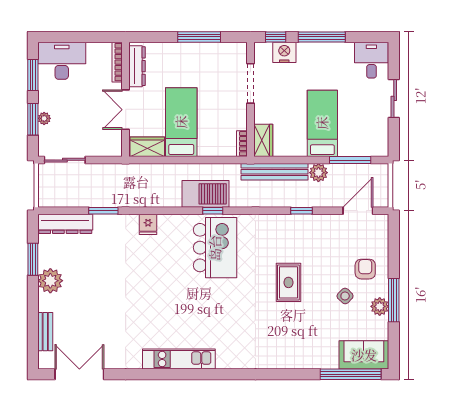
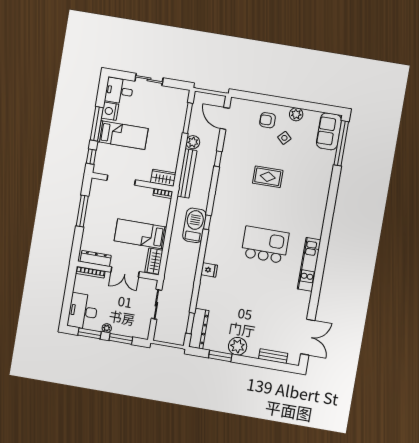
nightstand: (284, 52) -> (110, 111), moved
plant: (44, 118) -> (107, 328), moved
bed: (322, 123) -> (123, 135), moved, turned 180
sliding door: (65, 160) -> (156, 304), moved
window: (103, 211) -> (190, 323), moved
kitchen island: (215, 248) -> (265, 245), moved
window: (394, 300) -> (293, 103), removed
double door: (79, 374) -> (308, 337), swing flipped

